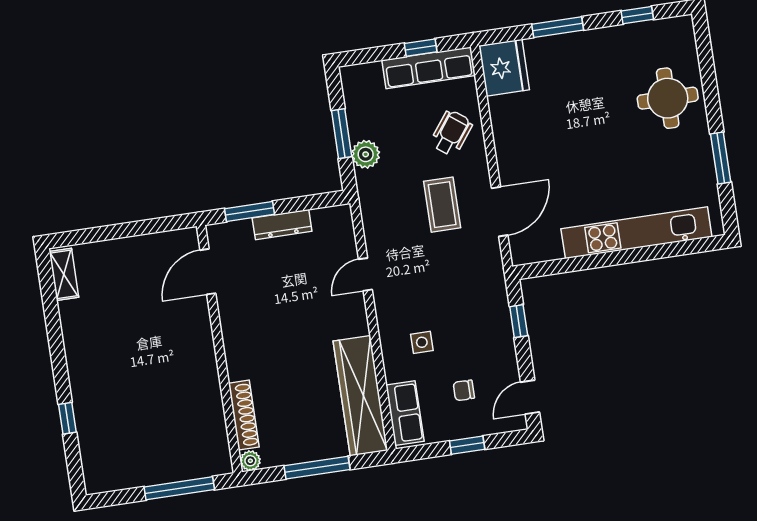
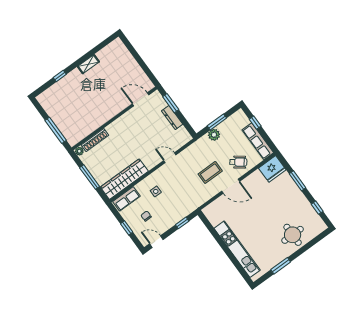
window: (421, 48) -> (255, 123), moved
door: (500, 212) -> (231, 186), moved
shelving: (64, 274) -> (88, 64), moved

